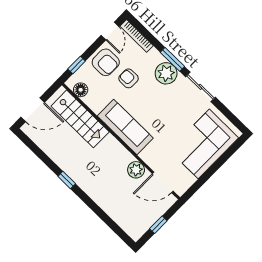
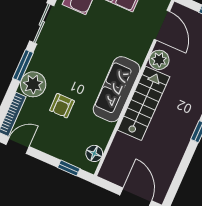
armchair: (106, 62) -> (54, 137), removed
plant: (166, 73) -> (33, 84), moved
stairs: (80, 119) -> (144, 103), moved

